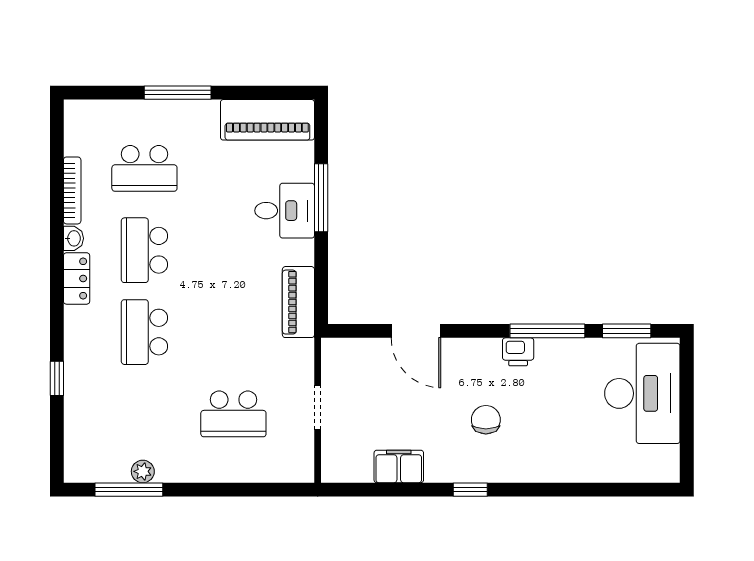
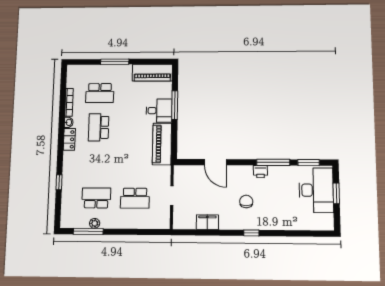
piano: (298, 302) -> (162, 144), width x1.37, depth x1.33
school desk: (144, 332) -> (96, 198), moved, turned 90
window: (687, 400) -> (336, 193), added
window: (470, 490) -> (251, 233), moved

